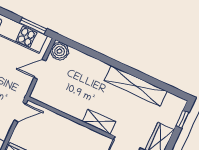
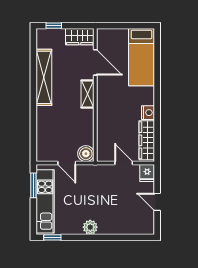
boiler: (60, 51) -> (86, 154), moved
door: (20, 112) -> (124, 163), moved

